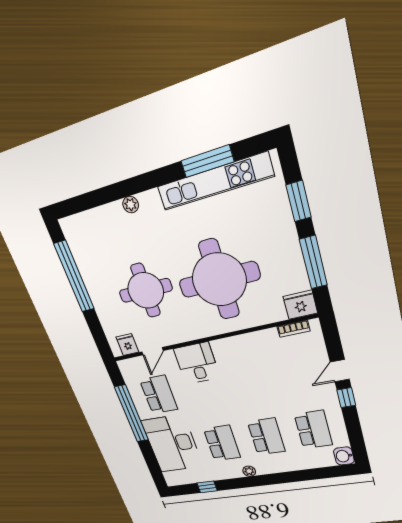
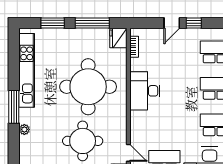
window: (207, 161) -> (14, 107), moved
desk: (197, 363) -> (145, 91), moved, width x1.37
door: (340, 371) -> (172, 23), hinge flipped

